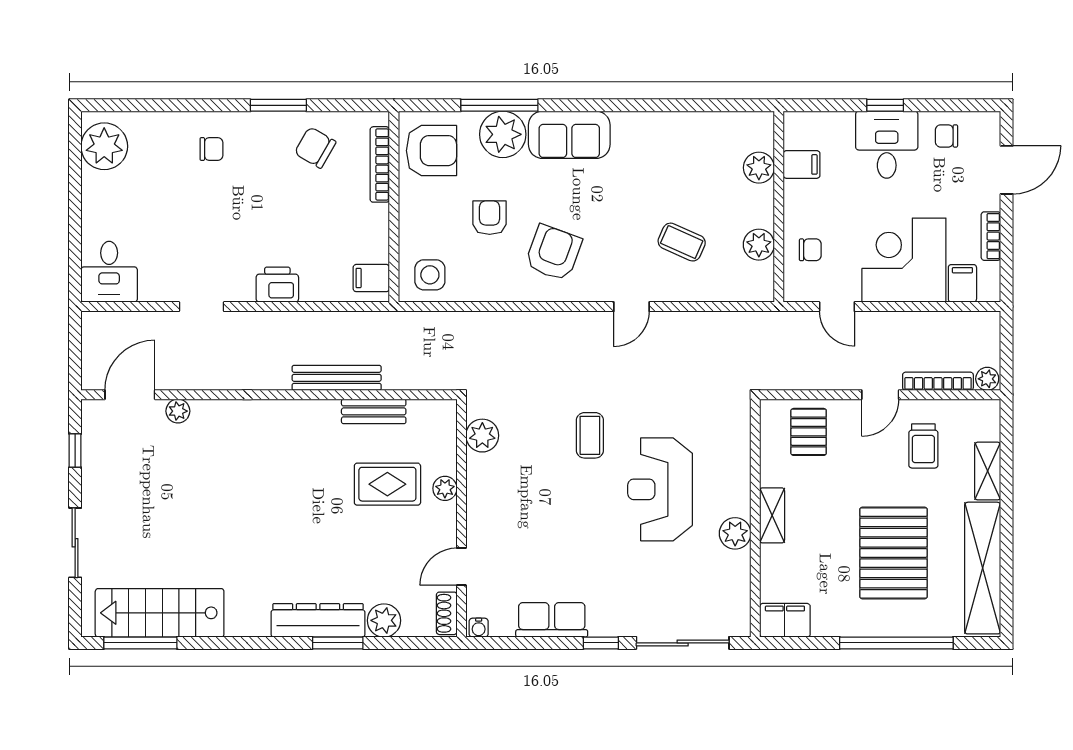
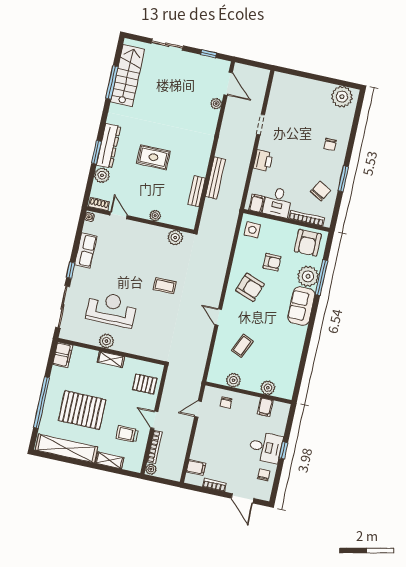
corner desk: (904, 260) -> (212, 444), removed
desk: (109, 272) -> (278, 202), moved, turned -90
rug: (387, 484) -> (153, 157), moved, turned 90
reception desk: (660, 489) -> (111, 309), moved
window: (140, 643) -> (112, 82), moved

